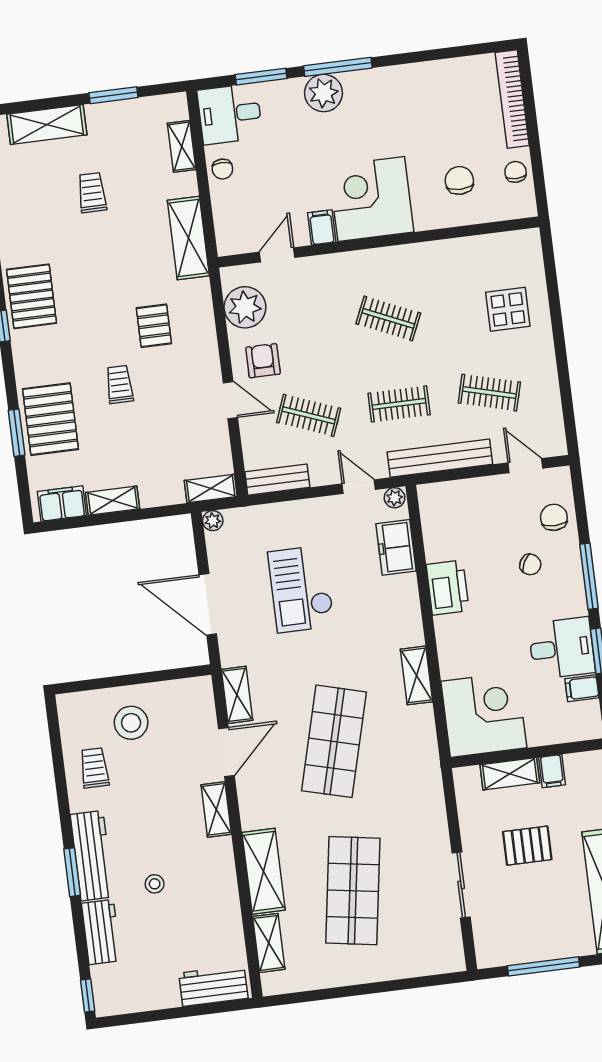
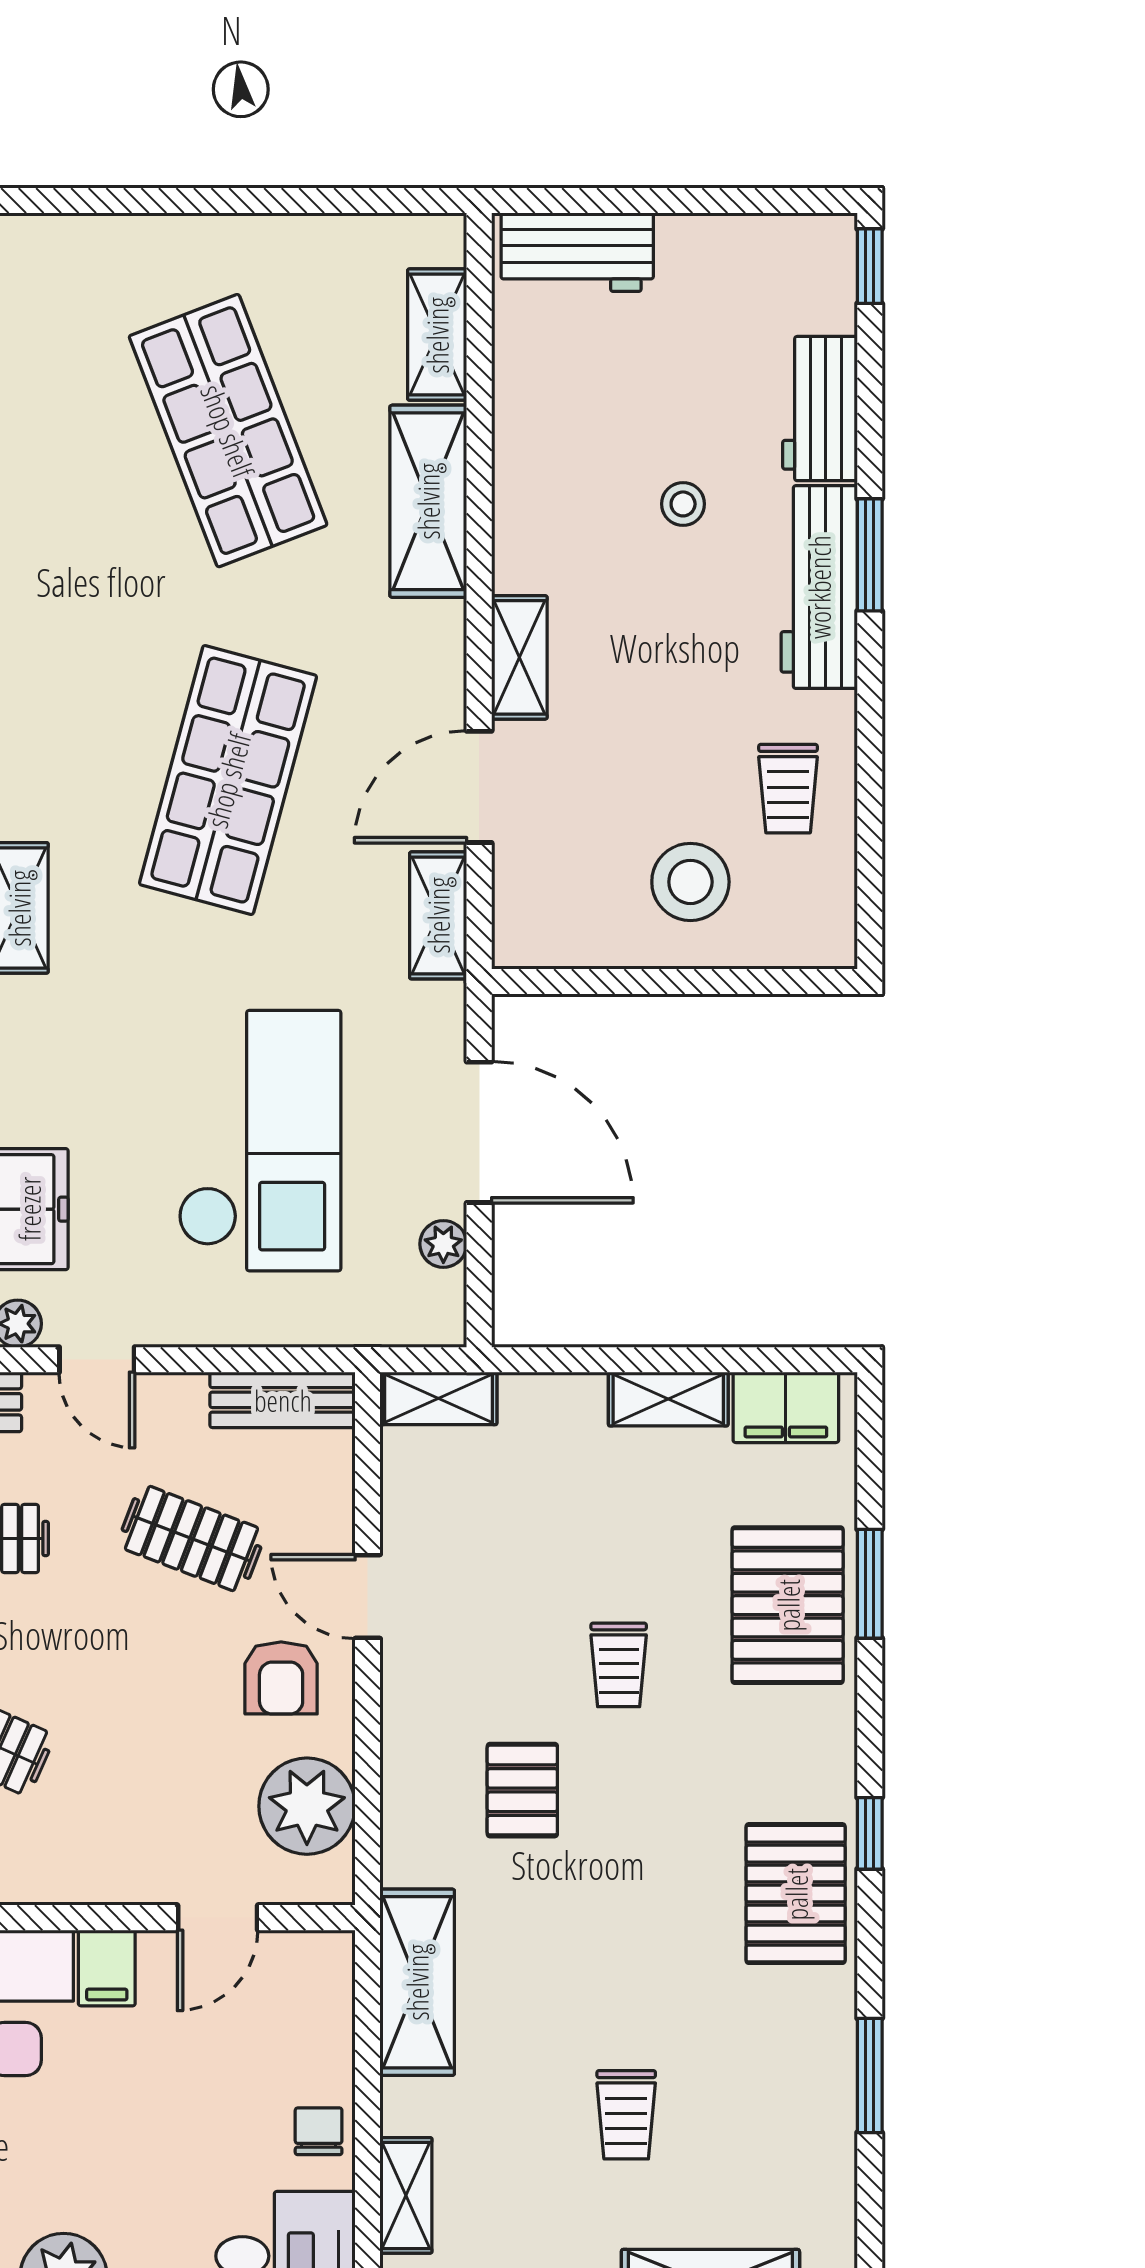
plant: (213, 521) -> (443, 1244), moved
checkout: (301, 589) -> (260, 1141), width x1.36, depth x1.21
shop shelf: (353, 891) -> (228, 431), turned -30

